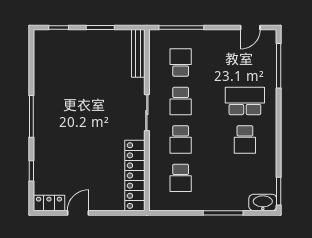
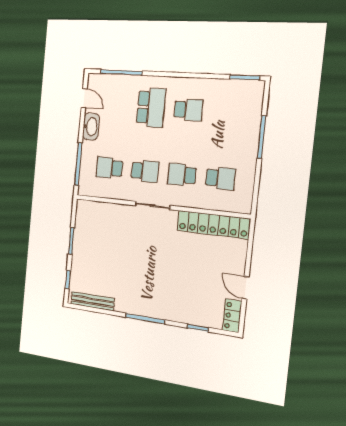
bench: (138, 53) -> (92, 301), moved
school desk: (245, 101) -> (151, 107), turned 180
school desk: (181, 139) -> (182, 175), turned 180
washbasin: (263, 202) -> (91, 127), moved, turned 180

